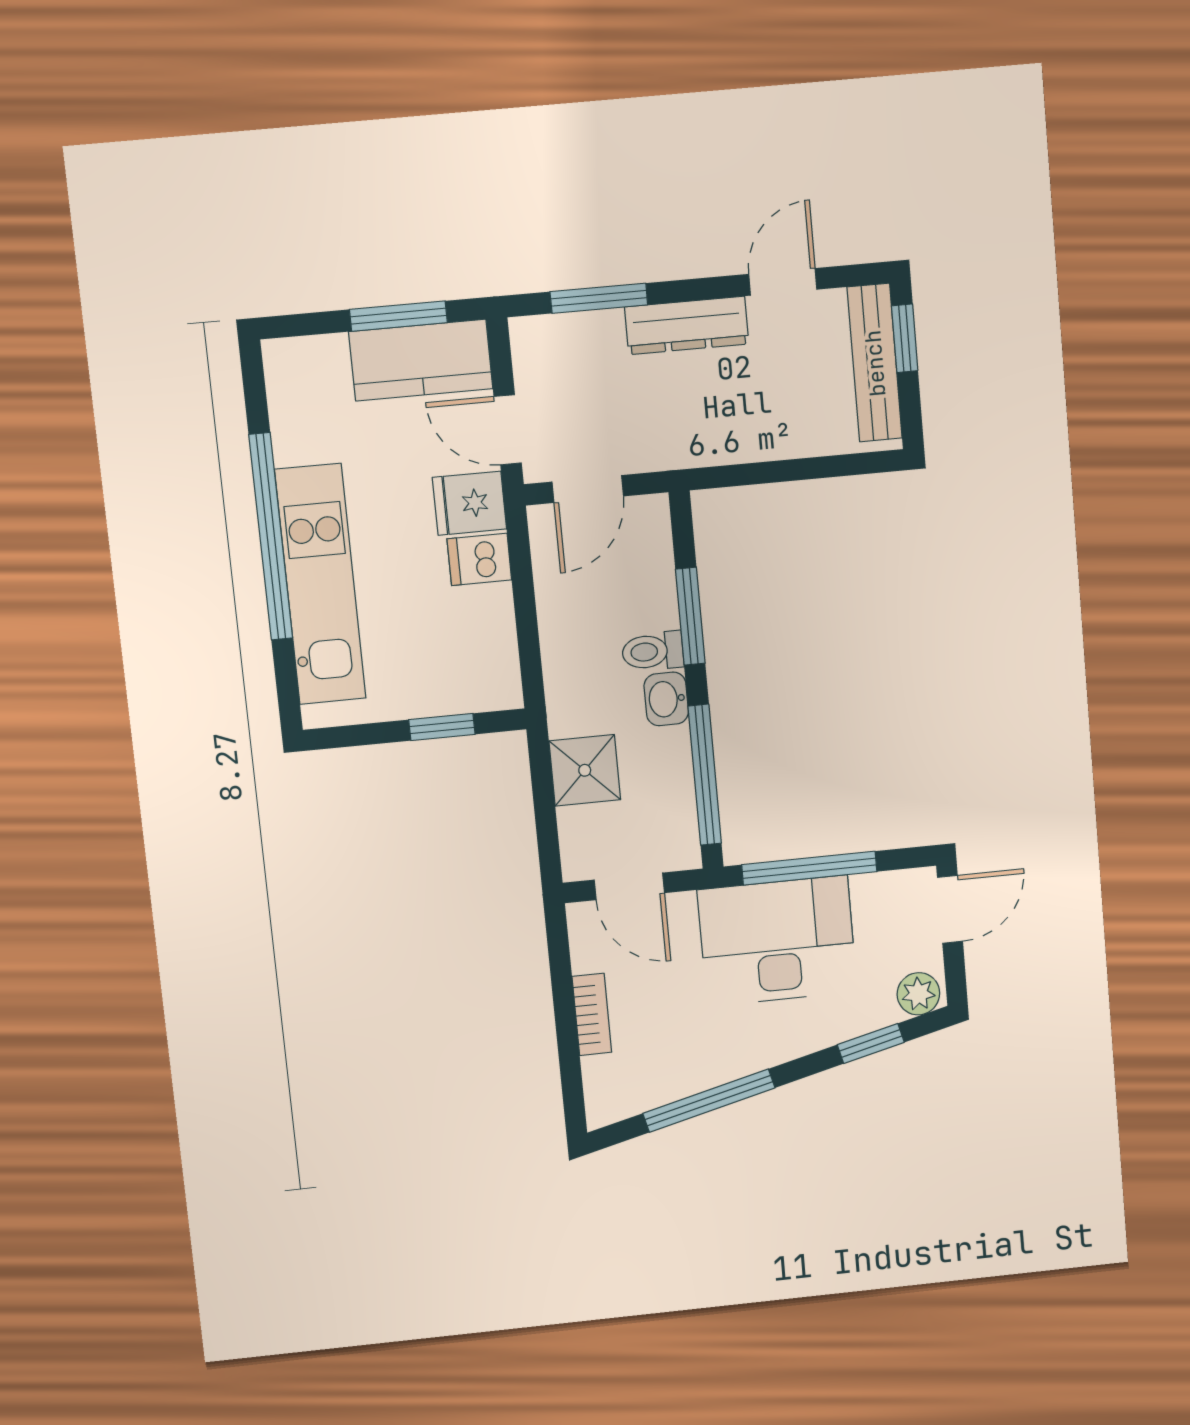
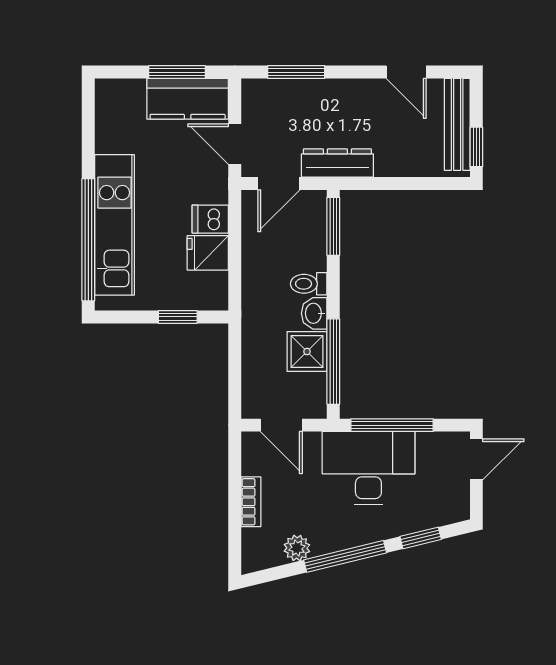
door: (783, 282) -> (406, 72), swing flipped
dresser: (687, 325) -> (337, 163), moved, turned 180
window: (905, 338) -> (476, 147), moved
fridge: (469, 503) -> (208, 253), moved
window: (271, 537) -> (88, 240), moved
window: (690, 616) -> (333, 226), moved
shower: (585, 770) -> (307, 352), moved
plant: (918, 994) -> (297, 548), moved
window: (709, 1101) -> (345, 556), moved

